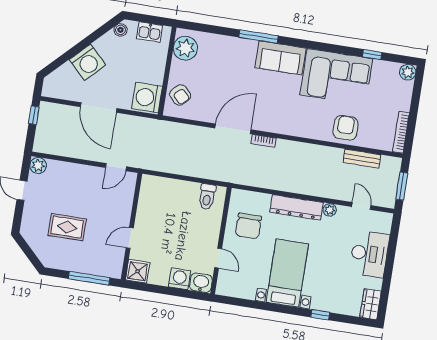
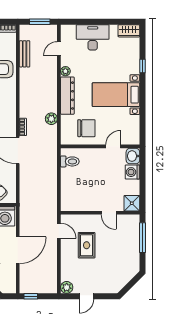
plant: (269, 181) -> (51, 119), added
rug: (67, 227) -> (87, 245), moved

